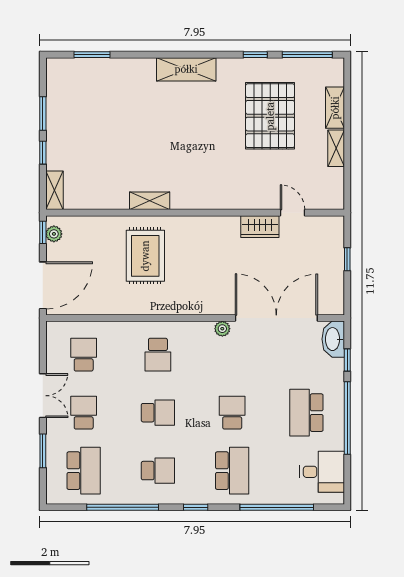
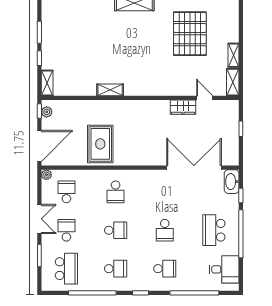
shelving: (335, 108) -> (233, 82), moved
rug: (145, 256) -> (100, 144), moved
plant: (222, 329) -> (46, 175), moved
school desk: (232, 413) -> (165, 230), turned 180
school desk: (232, 471) -> (165, 269), width x0.54

